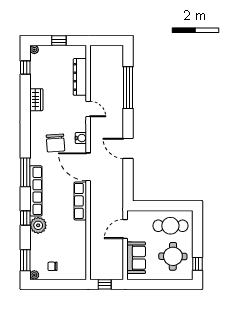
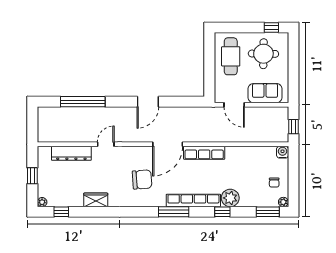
water cooler: (81, 138) -> (283, 152), moved

